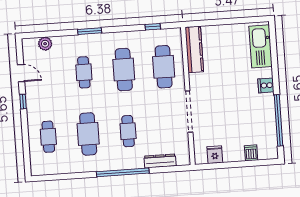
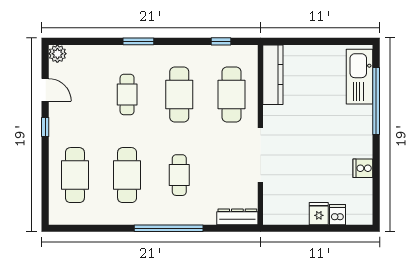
plant: (45, 44) -> (57, 54), moved
cooker: (266, 85) -> (363, 168), moved
window: (278, 120) -> (376, 101), moved
cafe table: (48, 137) -> (75, 175), width x1.37, depth x1.35
fridge: (215, 155) -> (319, 214), moved
dresser: (160, 161) -> (237, 217), moved

